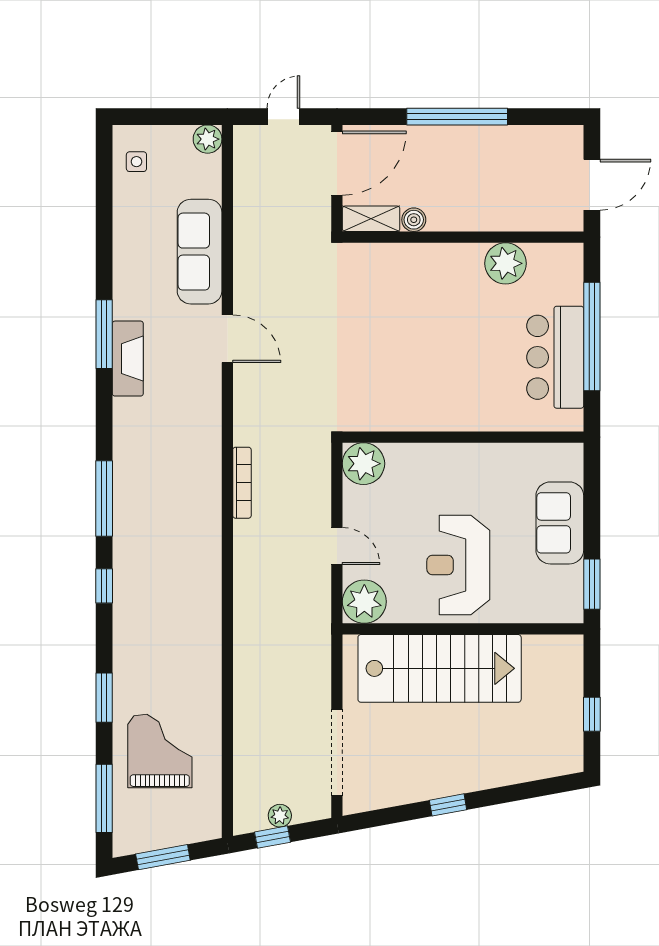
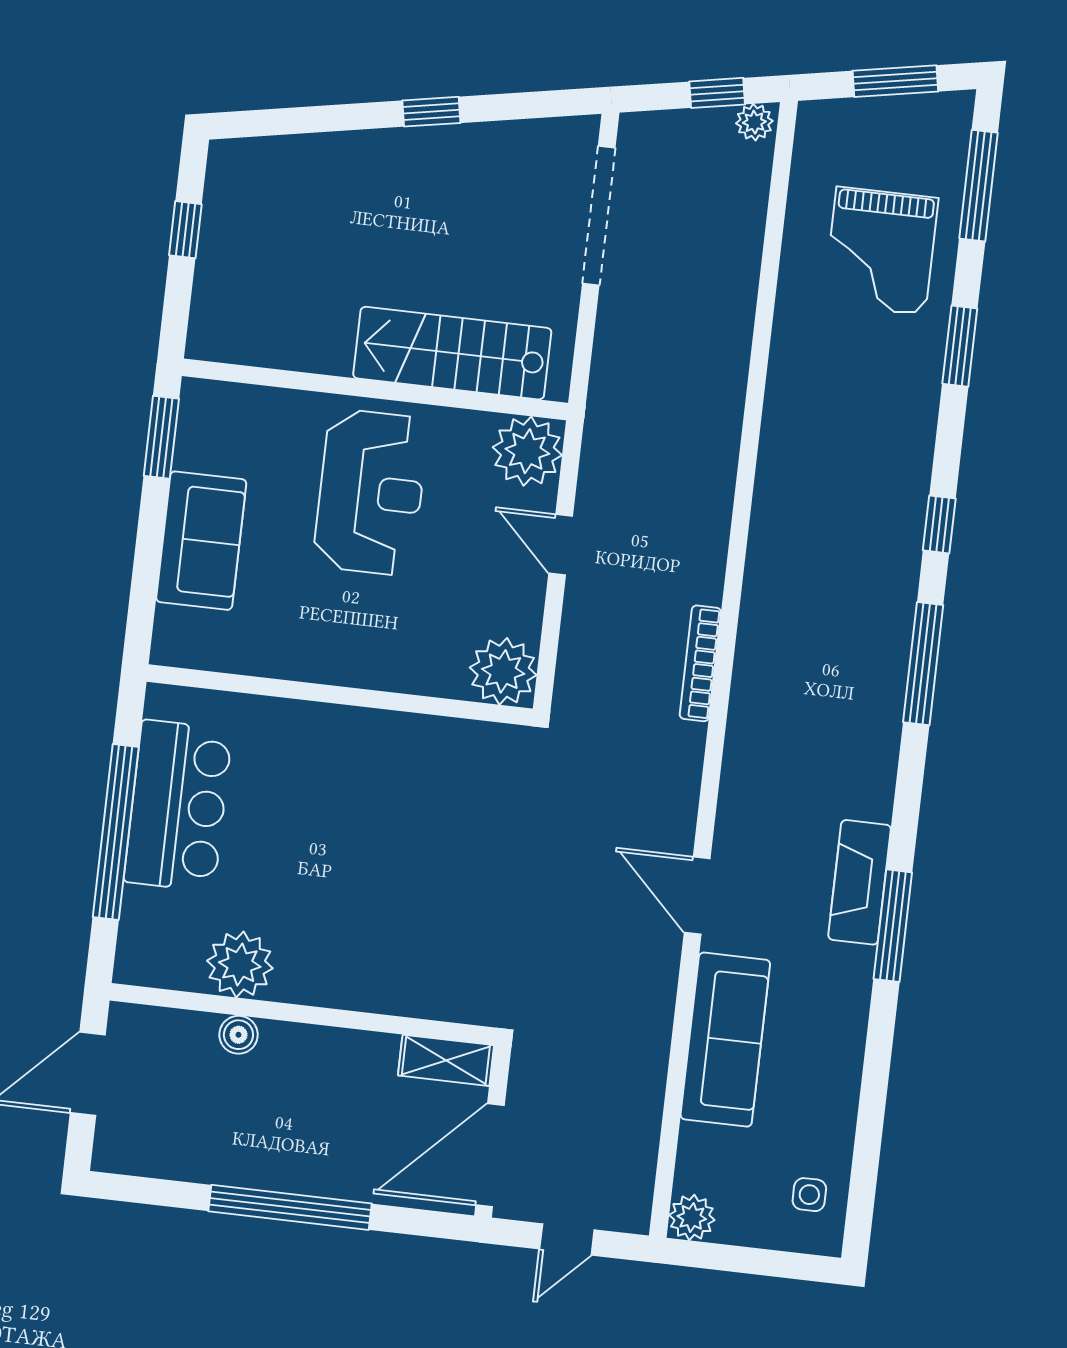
boiler: (414, 220) -> (238, 1035), moved
stairs: (440, 668) -> (452, 353), width x0.73, depth x0.66
plant: (280, 816) -> (754, 122), moved

